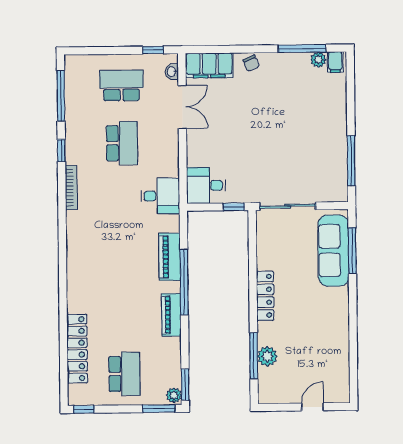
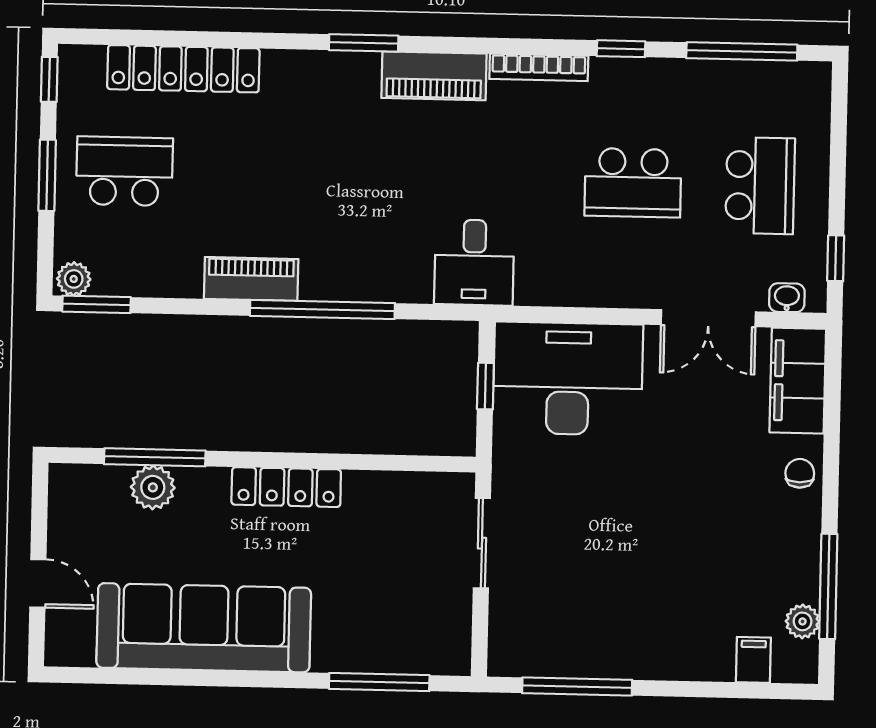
filing cabinet: (335, 62) -> (753, 660), moved, turned 90
chair: (251, 63) -> (800, 473), turned 114
desk: (206, 185) -> (568, 379), width x1.87, depth x1.30
desk: (160, 196) -> (474, 262), moved
sliding door: (288, 206) -> (482, 543), width x0.73
window: (234, 207) -> (485, 386), moved
sofa: (333, 251) -> (204, 628), moved, width x1.36, depth x1.27
piano: (170, 257) -> (434, 76), moved, turned 180
window: (63, 267) -> (364, 43), added
school desk: (124, 374) -> (124, 171), turned 180
window: (159, 409) -> (47, 175), moved

